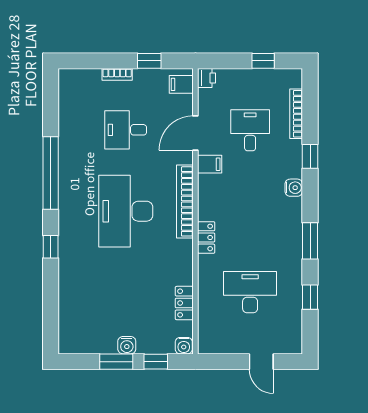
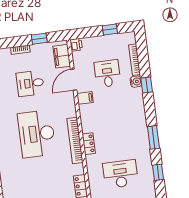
filing cabinet: (181, 84) -> (62, 56), width x2.00
water cooler: (294, 188) -> (136, 82), moved
bookcase: (185, 201) -> (75, 140), moved

